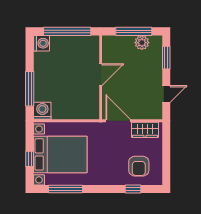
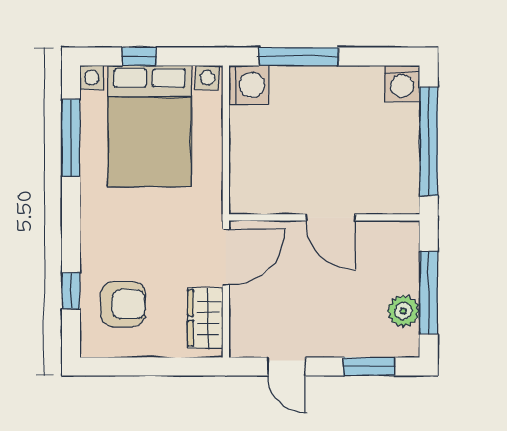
armchair: (139, 166) -> (123, 304), turned 180

